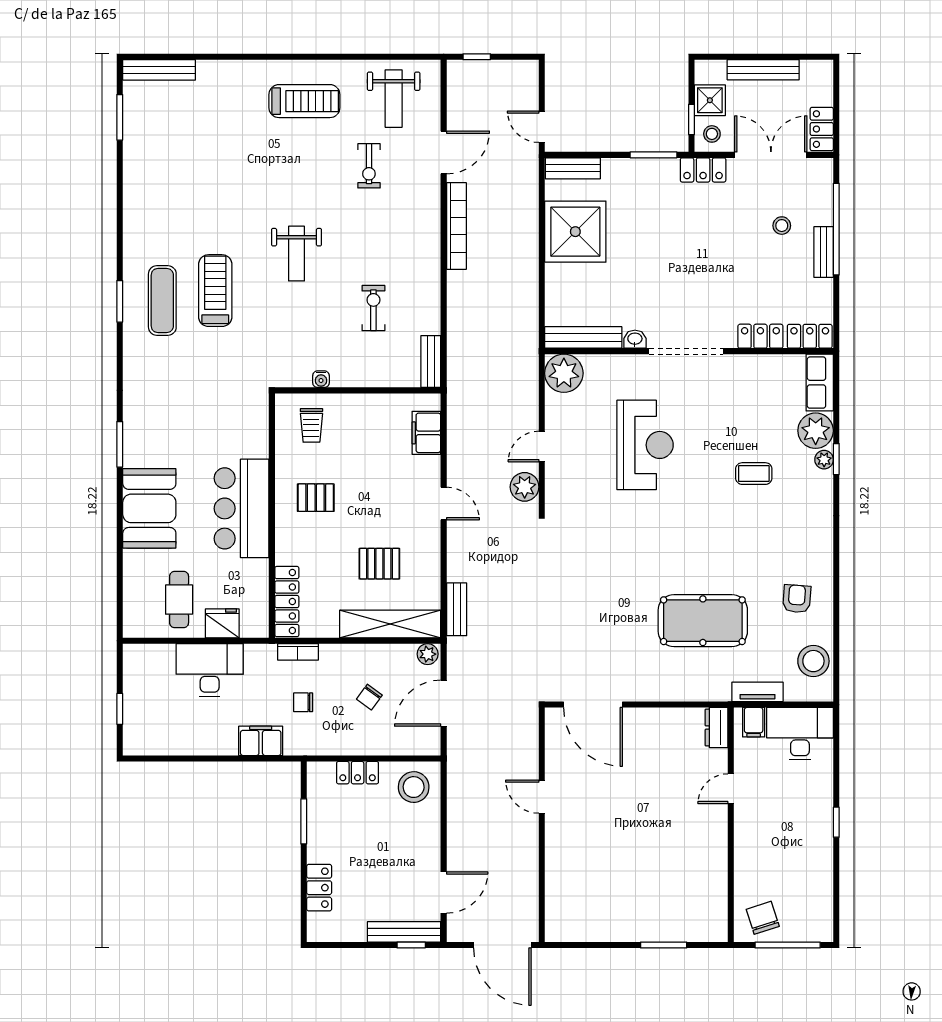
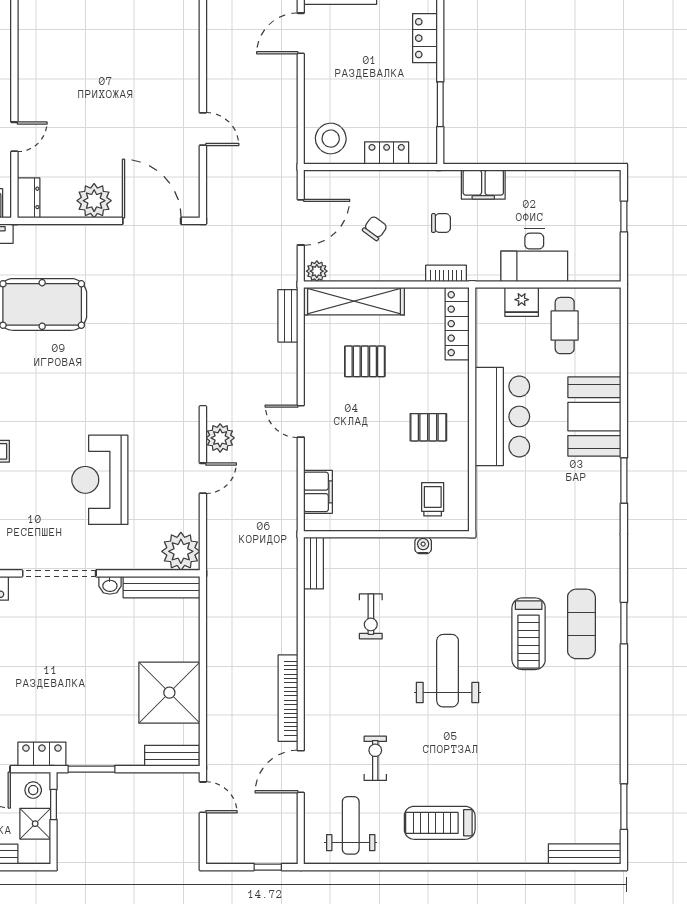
weight bench: (296, 254) -> (448, 671), width x1.36, depth x1.33
plant: (651, 725) -> (94, 201), added

